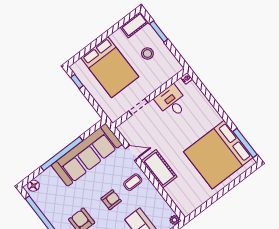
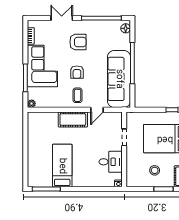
bed: (218, 155) -> (62, 166), width x0.49

